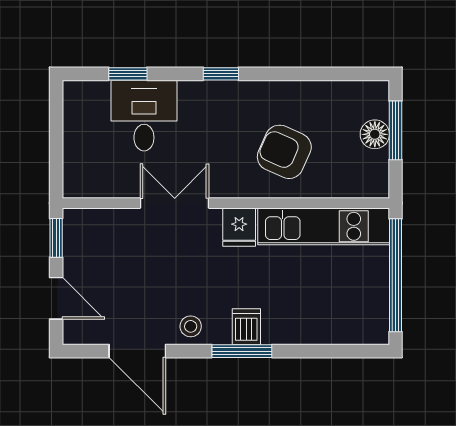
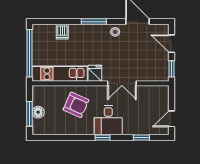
desk: (144, 116) -> (108, 120), moved
door: (56, 118) -> (171, 119), added
dishwasher: (246, 327) -> (62, 32), moved

